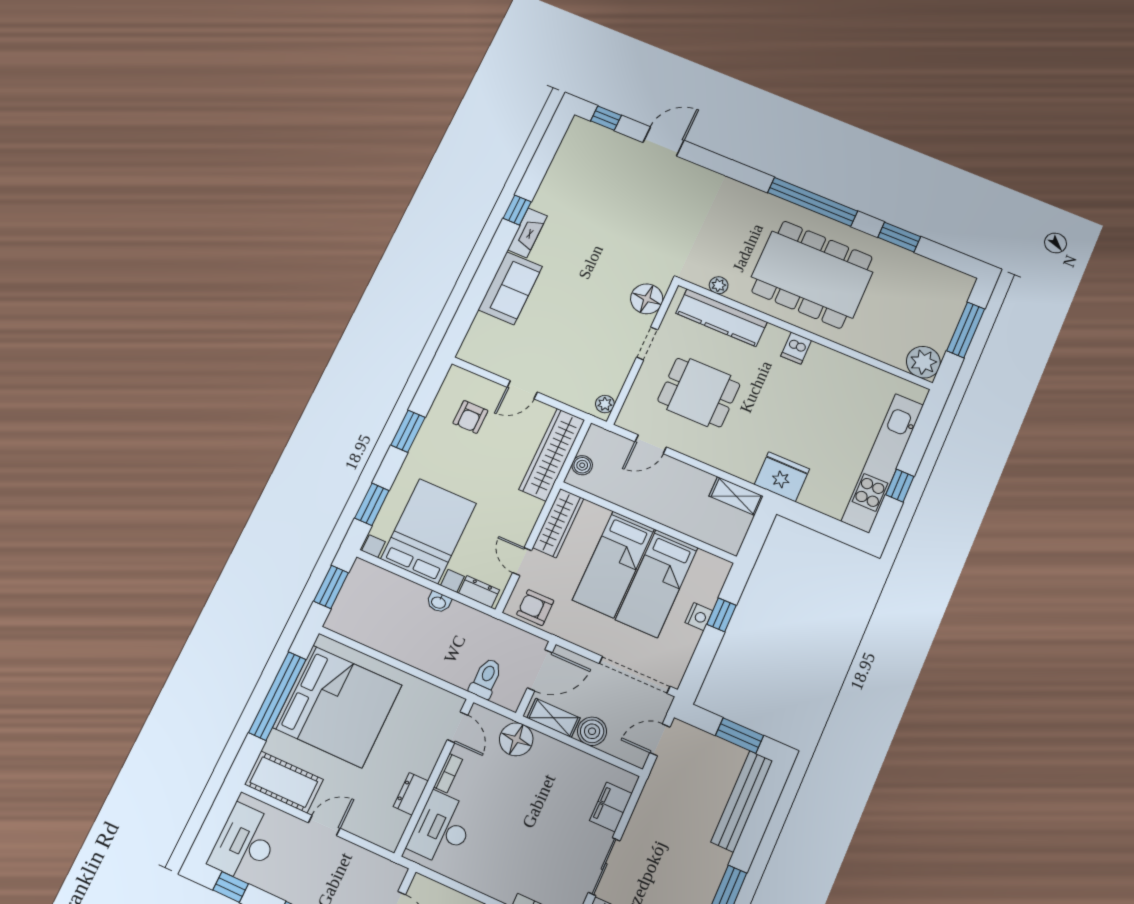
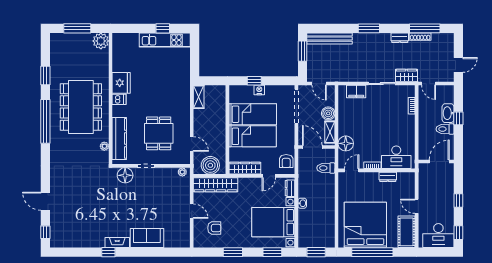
kitchen unit: (883, 463) -> (165, 40), width x0.73
boiler: (582, 465) -> (210, 165), width x1.86, depth x1.86
fridge: (782, 477) -> (121, 83), moved, turned 180

